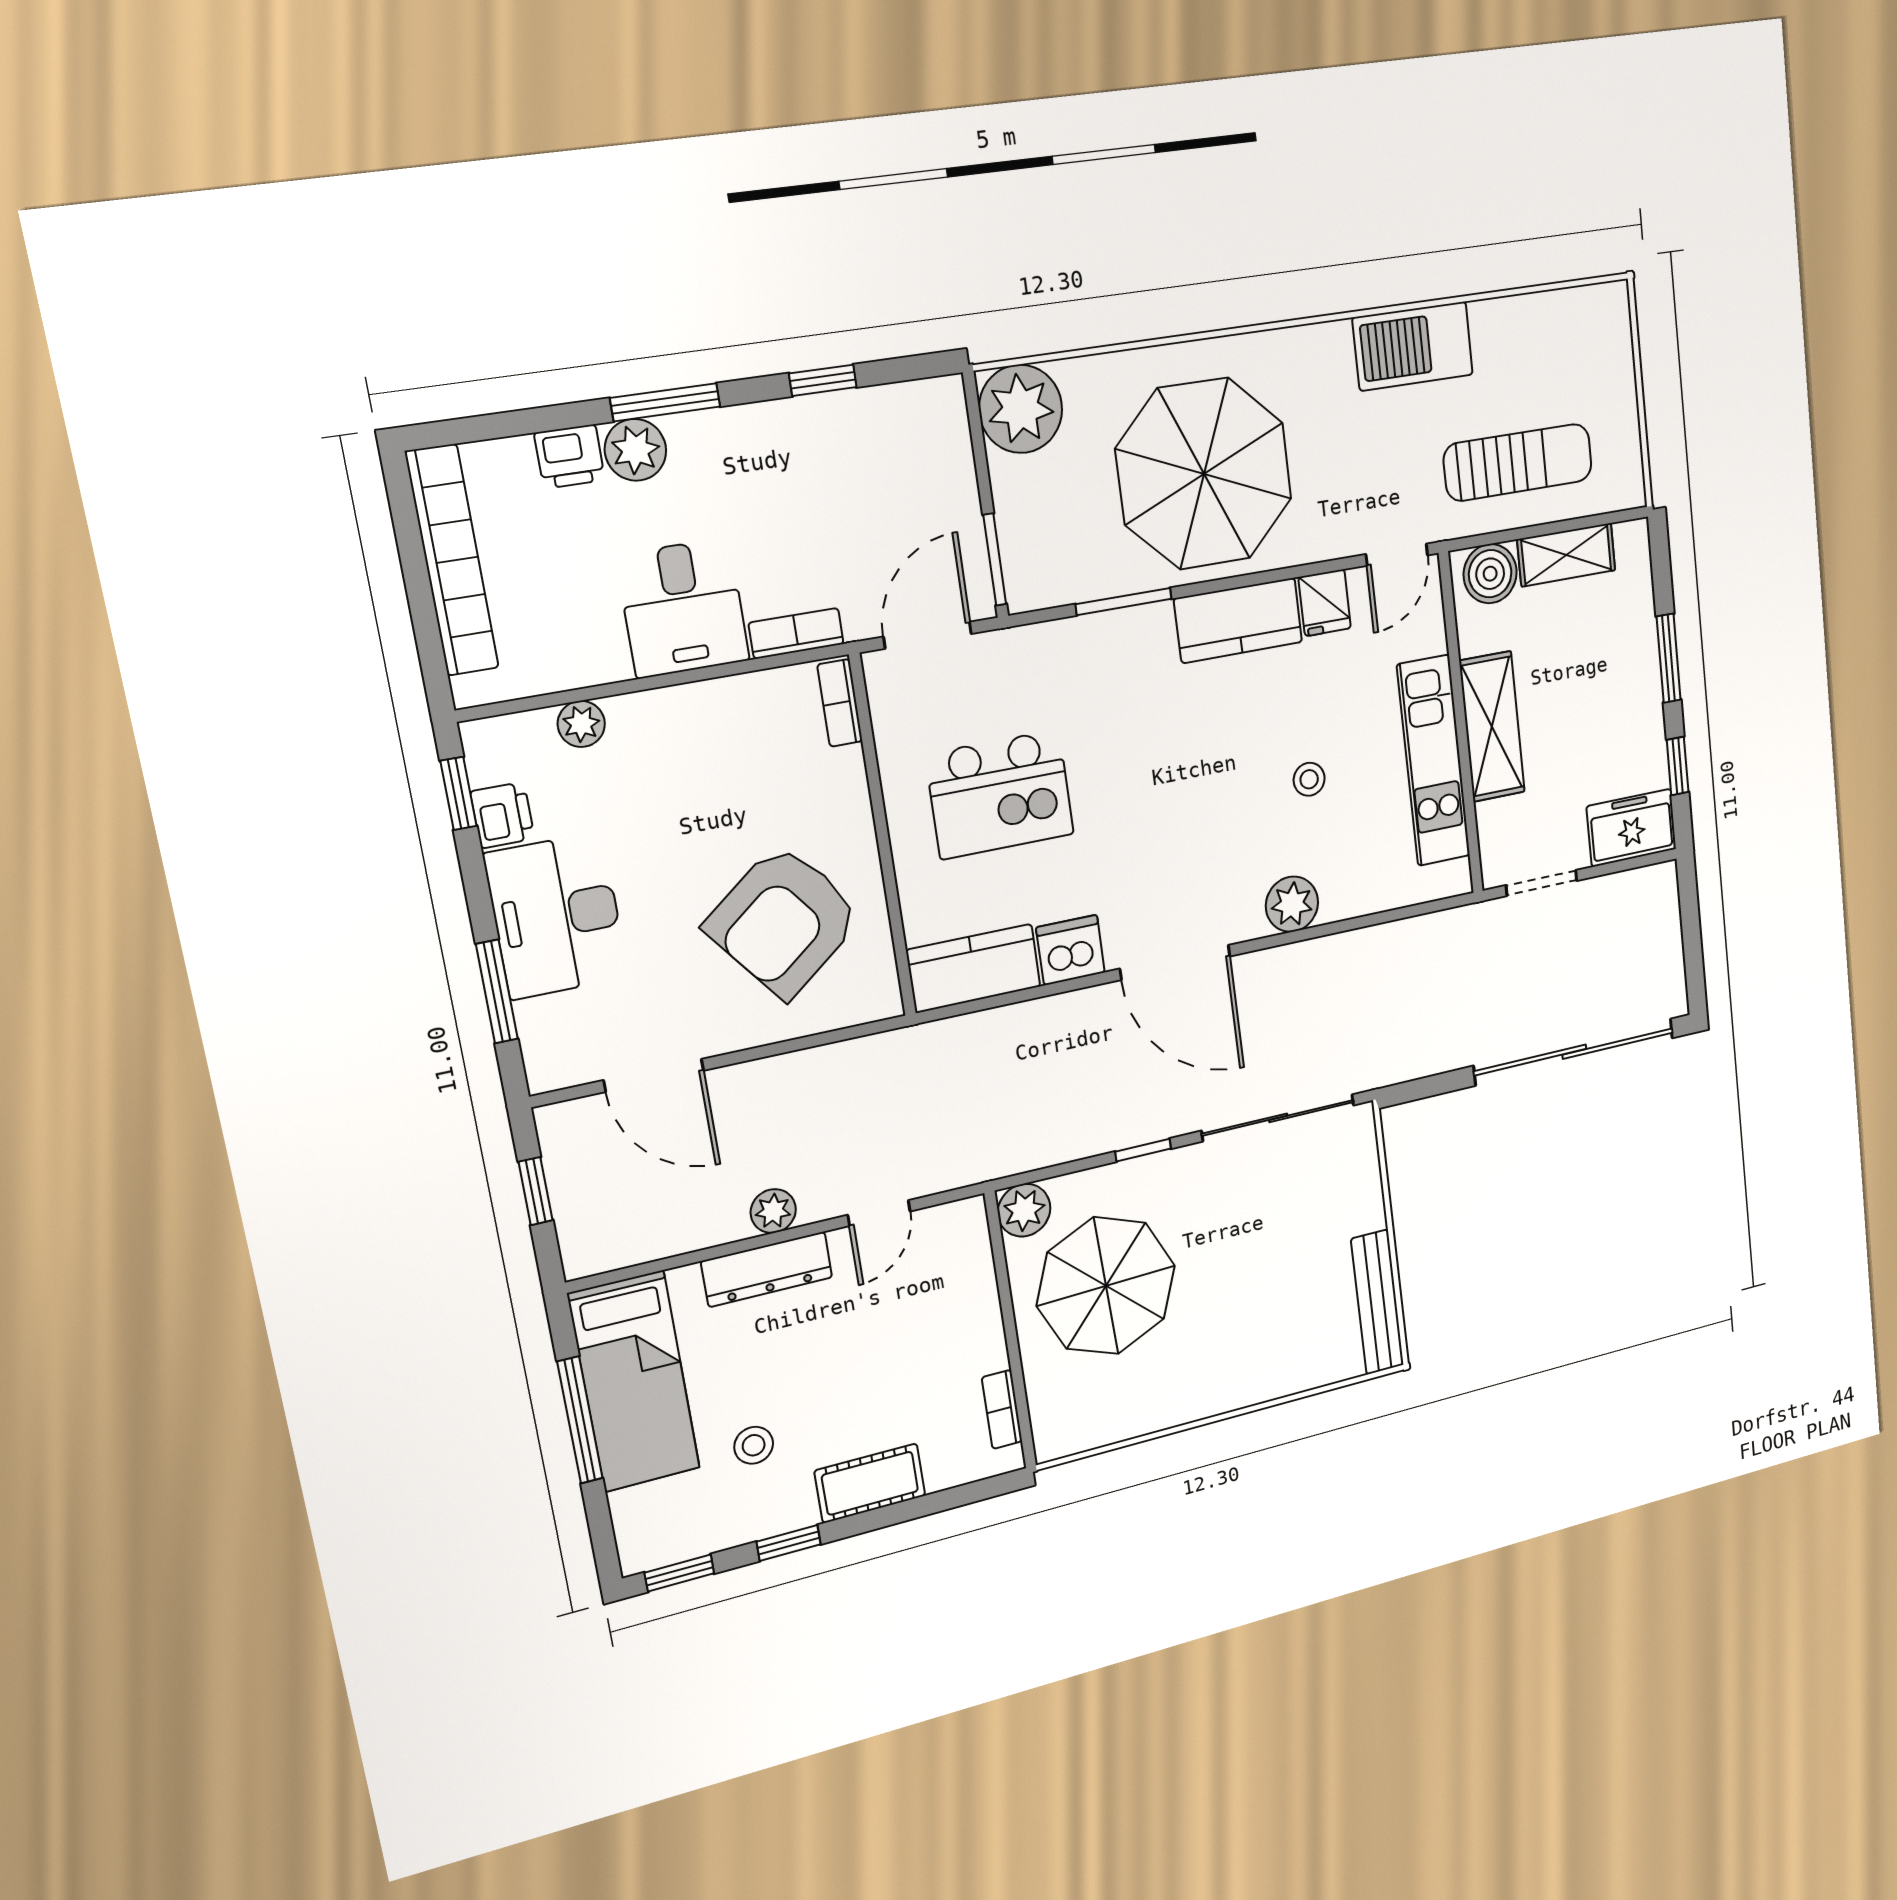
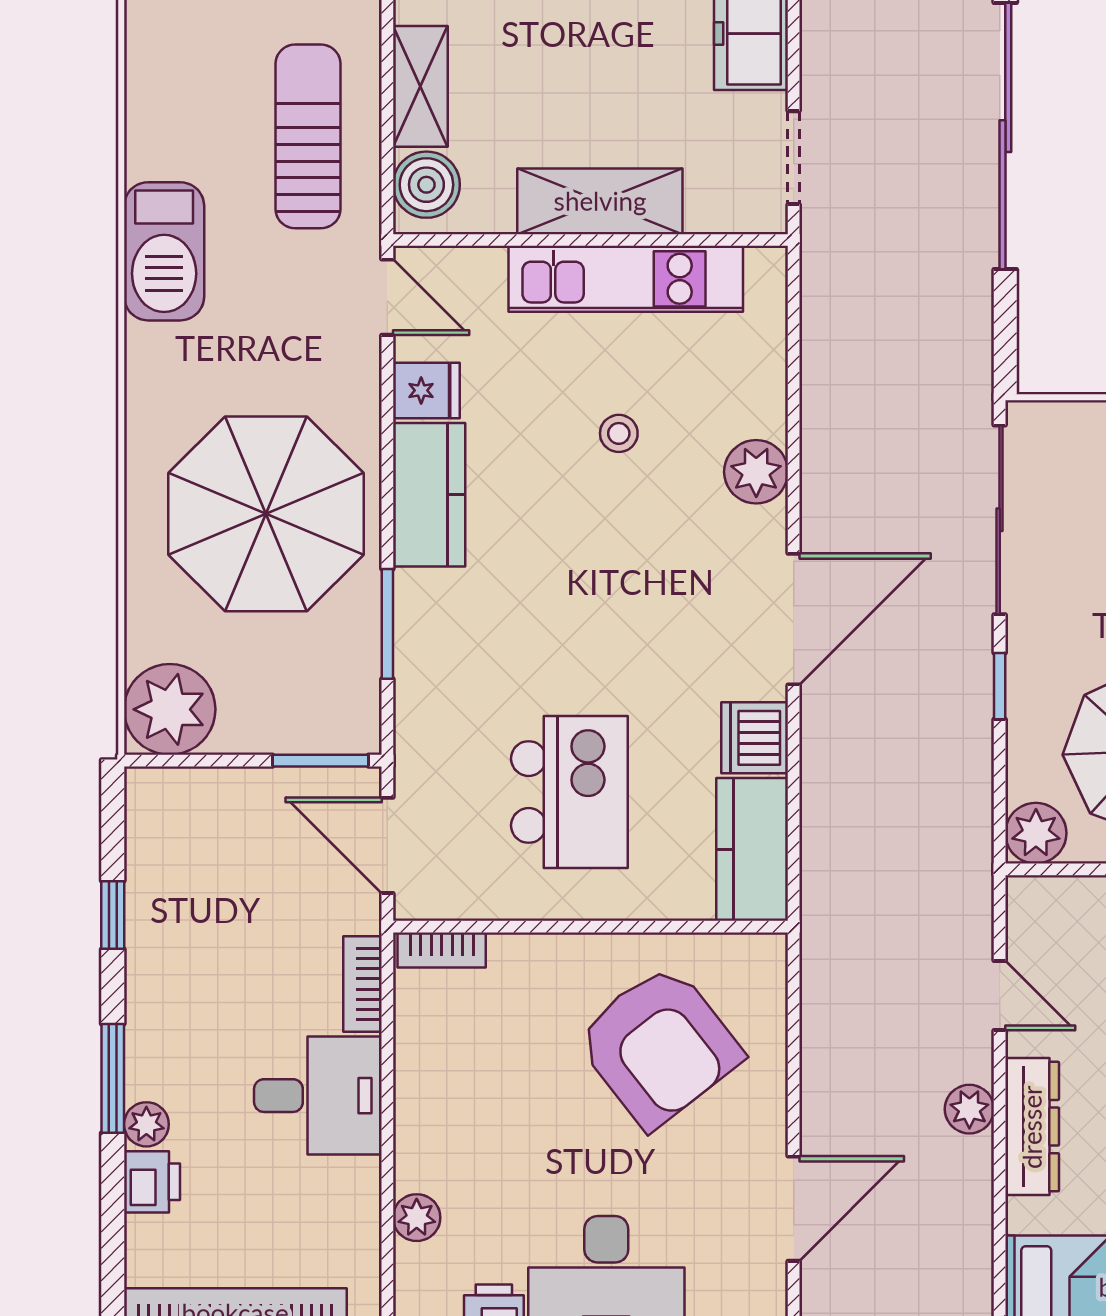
plant: (635, 450) -> (146, 1124), width x0.73, depth x0.73

